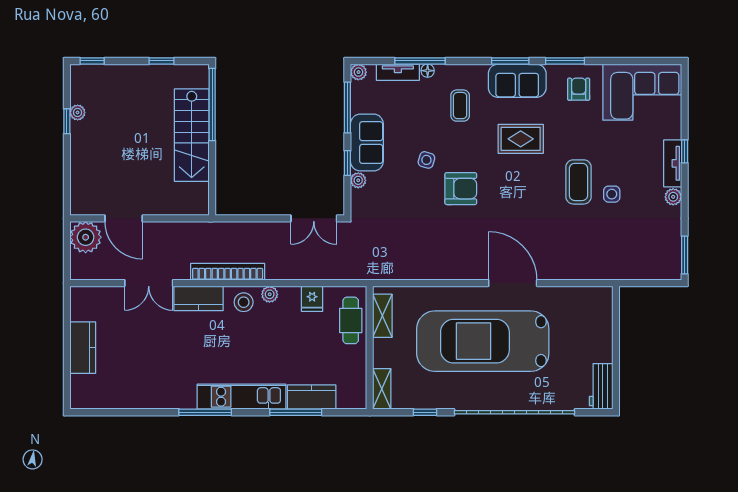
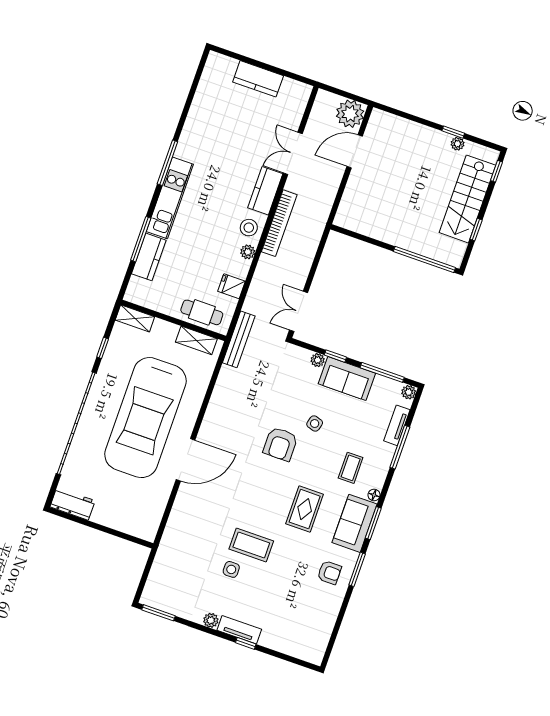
floor lamp: (428, 71) -> (374, 495), moved
corner sofa: (642, 92) -> (308, 625), removed
coffee table: (460, 106) -> (351, 468), turned 90
stairs: (192, 135) -> (467, 199), moved, turned -90
bench: (365, 271) -> (239, 339), added
car: (483, 341) -> (145, 418), turned 180

